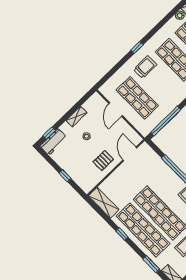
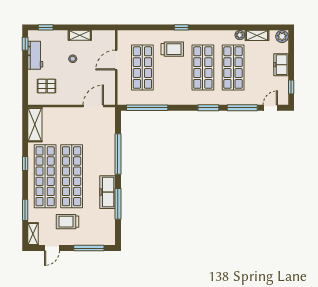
workbench: (53, 142) -> (35, 55), moved, turned -90
pallet: (103, 161) -> (47, 86), moved
window: (65, 176) -> (25, 44), moved

